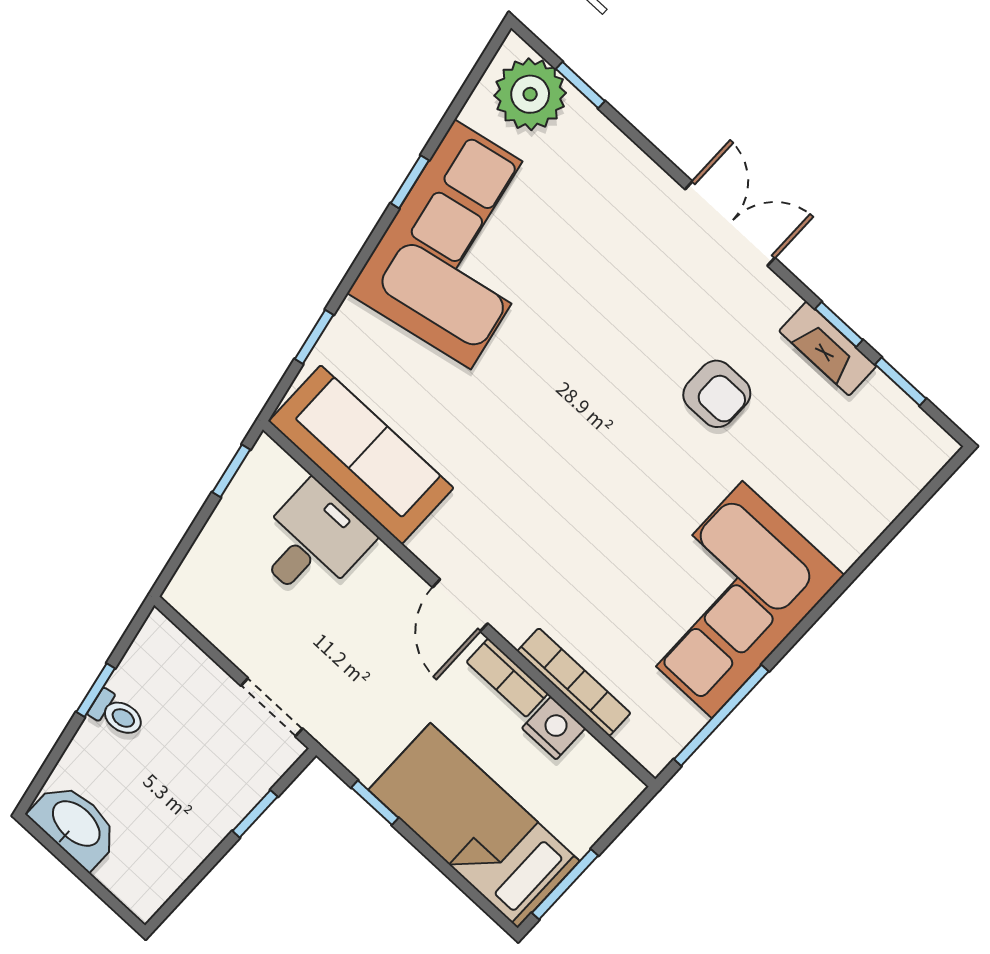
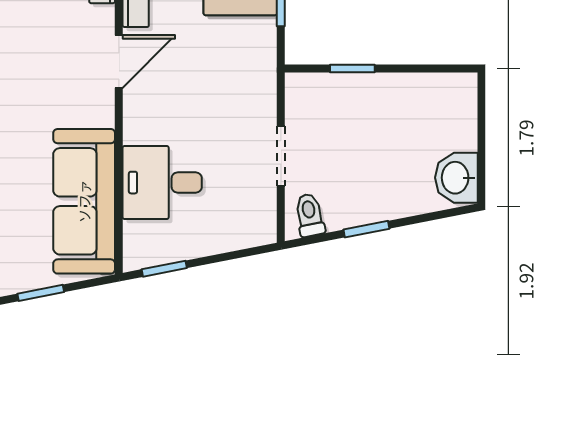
doorway: (272, 707) -> (281, 156), moved
toilet: (117, 714) -> (310, 215), moved
washbasin: (75, 825) -> (456, 178), width x0.72

